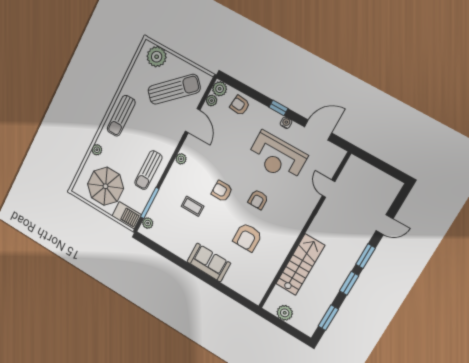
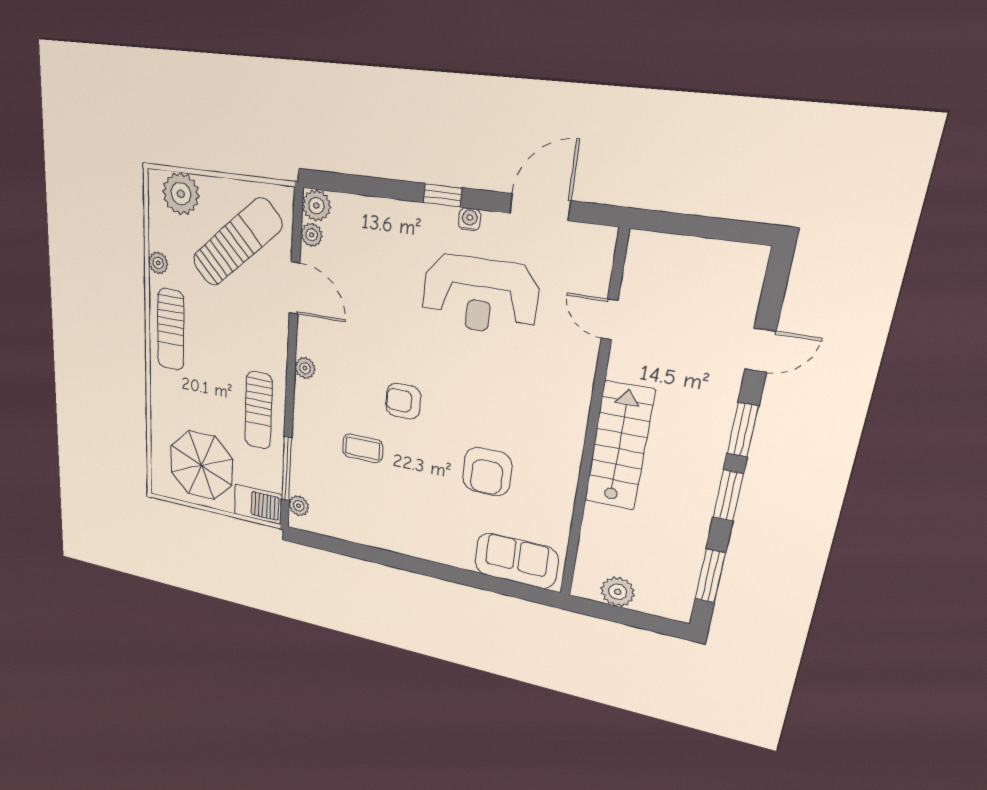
armchair: (240, 105) -> (367, 222), removed
plant: (97, 150) -> (158, 263), moved
armchair: (258, 199) -> (478, 392), removed
sofa: (209, 263) -> (516, 561), moved
stairs: (300, 265) -> (619, 446), moved

